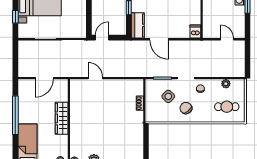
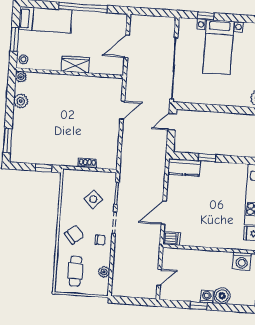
door: (102, 38) -> (172, 122), swing flipped
door: (159, 39) -> (164, 213), moved
door: (44, 78) -> (127, 46), hinge flipped
chair: (186, 108) -> (74, 235), moved
wardrobe: (62, 118) -> (75, 64), width x0.67
window: (146, 138) -> (44, 168), added

